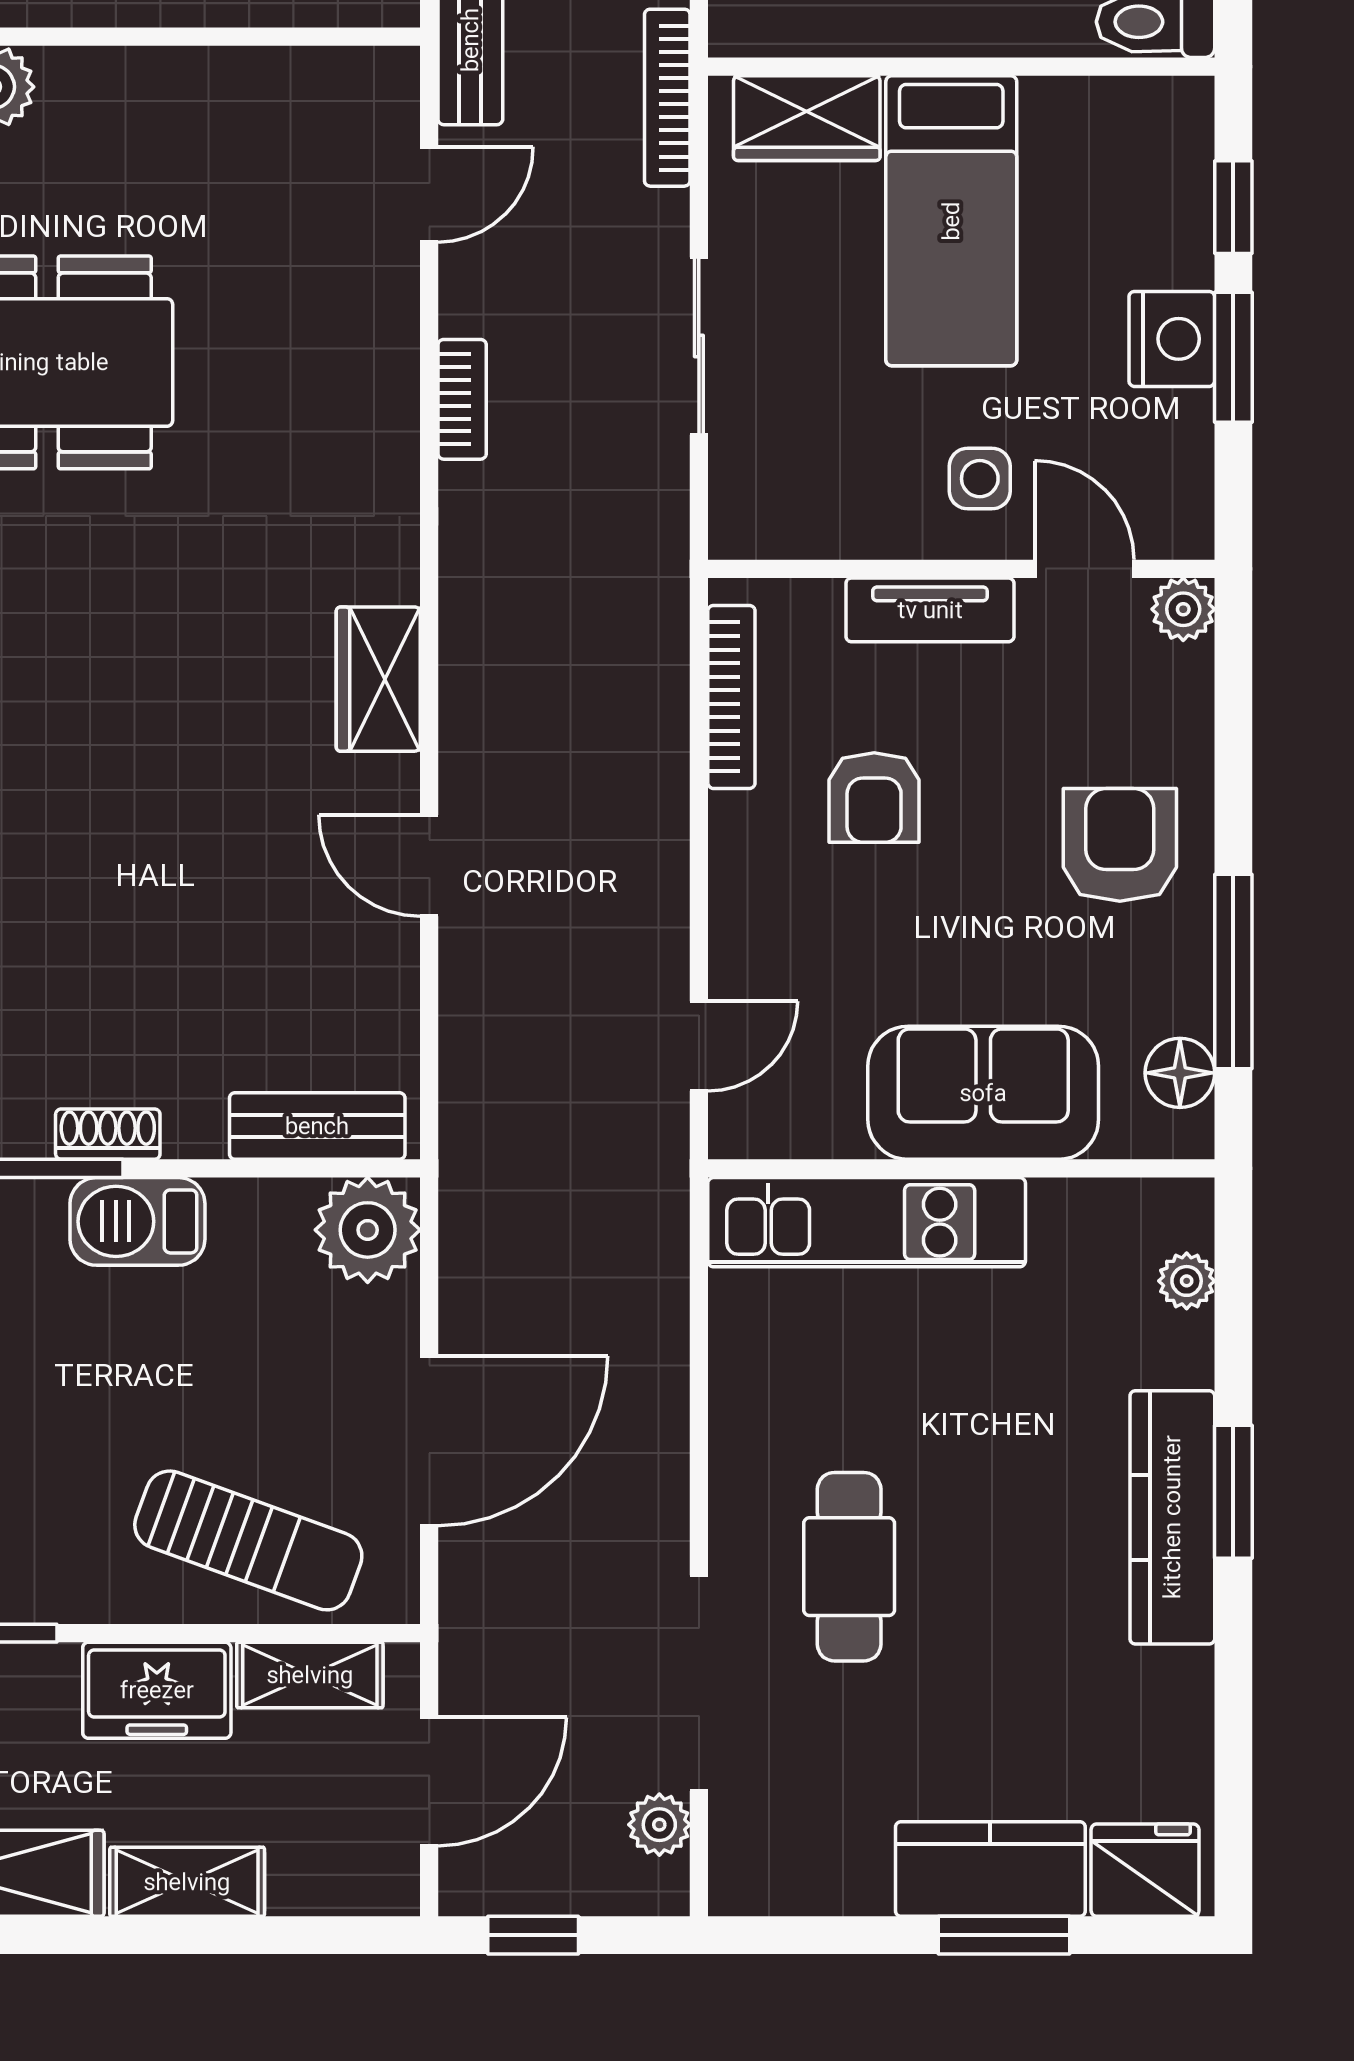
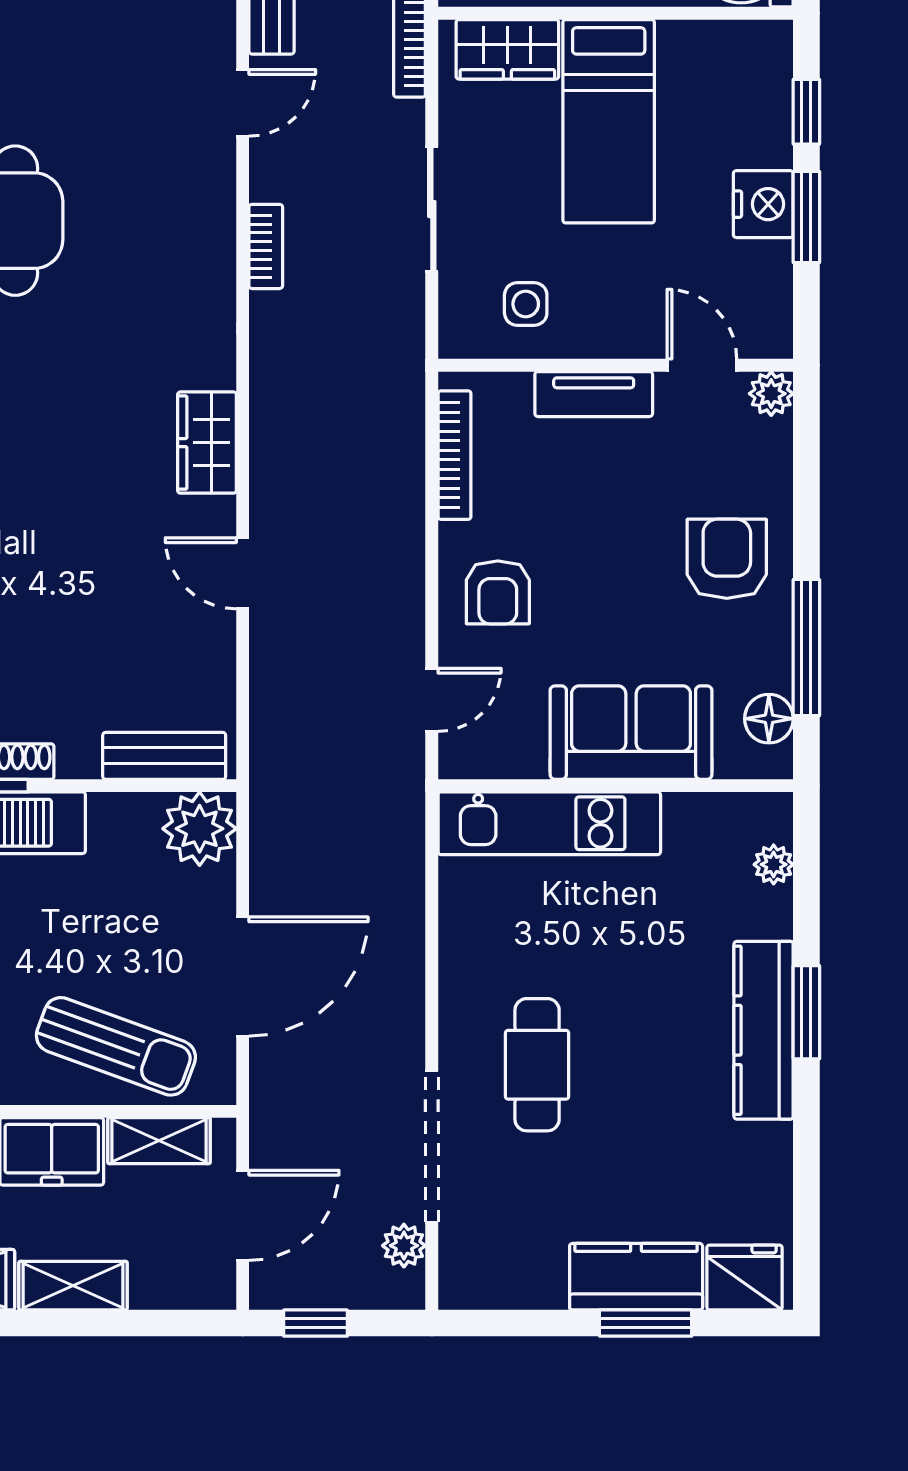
side table: (980, 479) -> (526, 304), moved
armchair: (874, 798) -> (498, 592), moved

